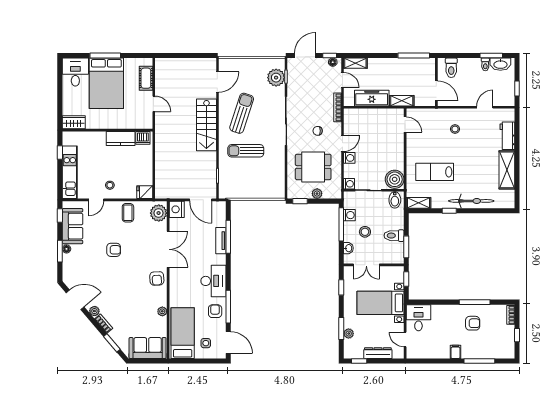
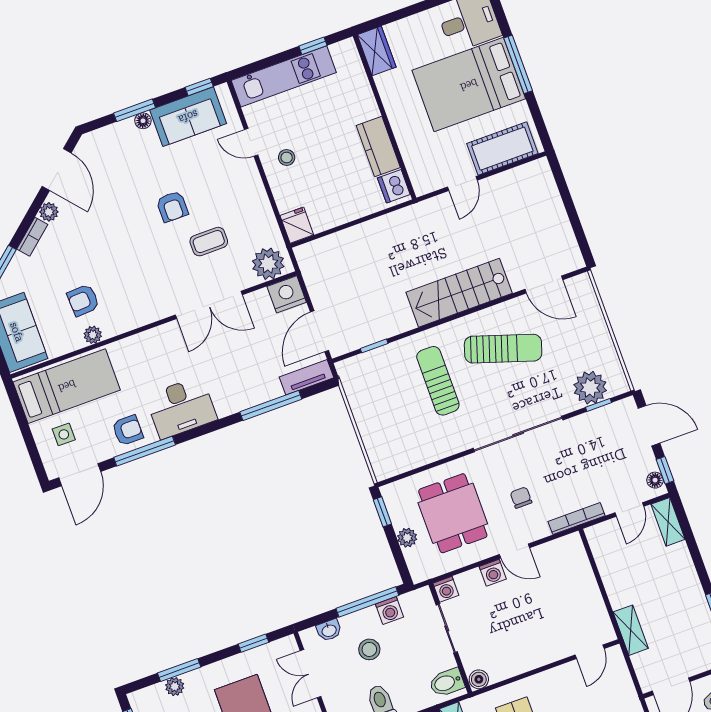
cot: (146, 78) -> (502, 149), width x1.37, depth x1.34
freezer: (372, 98) -> (616, 574), removed
boiler: (395, 179) -> (479, 679), width x0.54, depth x0.54
coffee table: (128, 213) -> (209, 242), moved
tv unit: (221, 241) -> (307, 377), moved
armchair: (157, 278) -> (83, 300), moved

